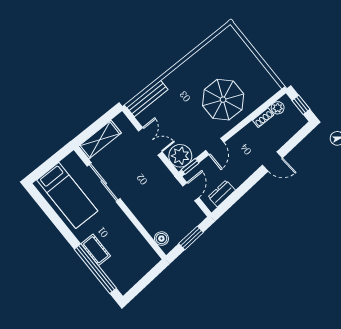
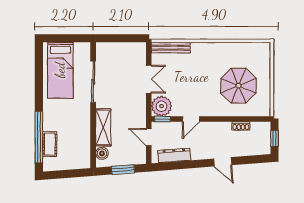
parasol: (223, 100) -> (238, 86), moved
plant: (278, 108) -> (257, 127), removed
shelving: (100, 140) -> (103, 127), moved, turned 90
door: (191, 192) -> (149, 137), swing flipped
dresser: (222, 193) -> (174, 155), width x1.44
cot: (96, 250) -> (50, 144), moved

